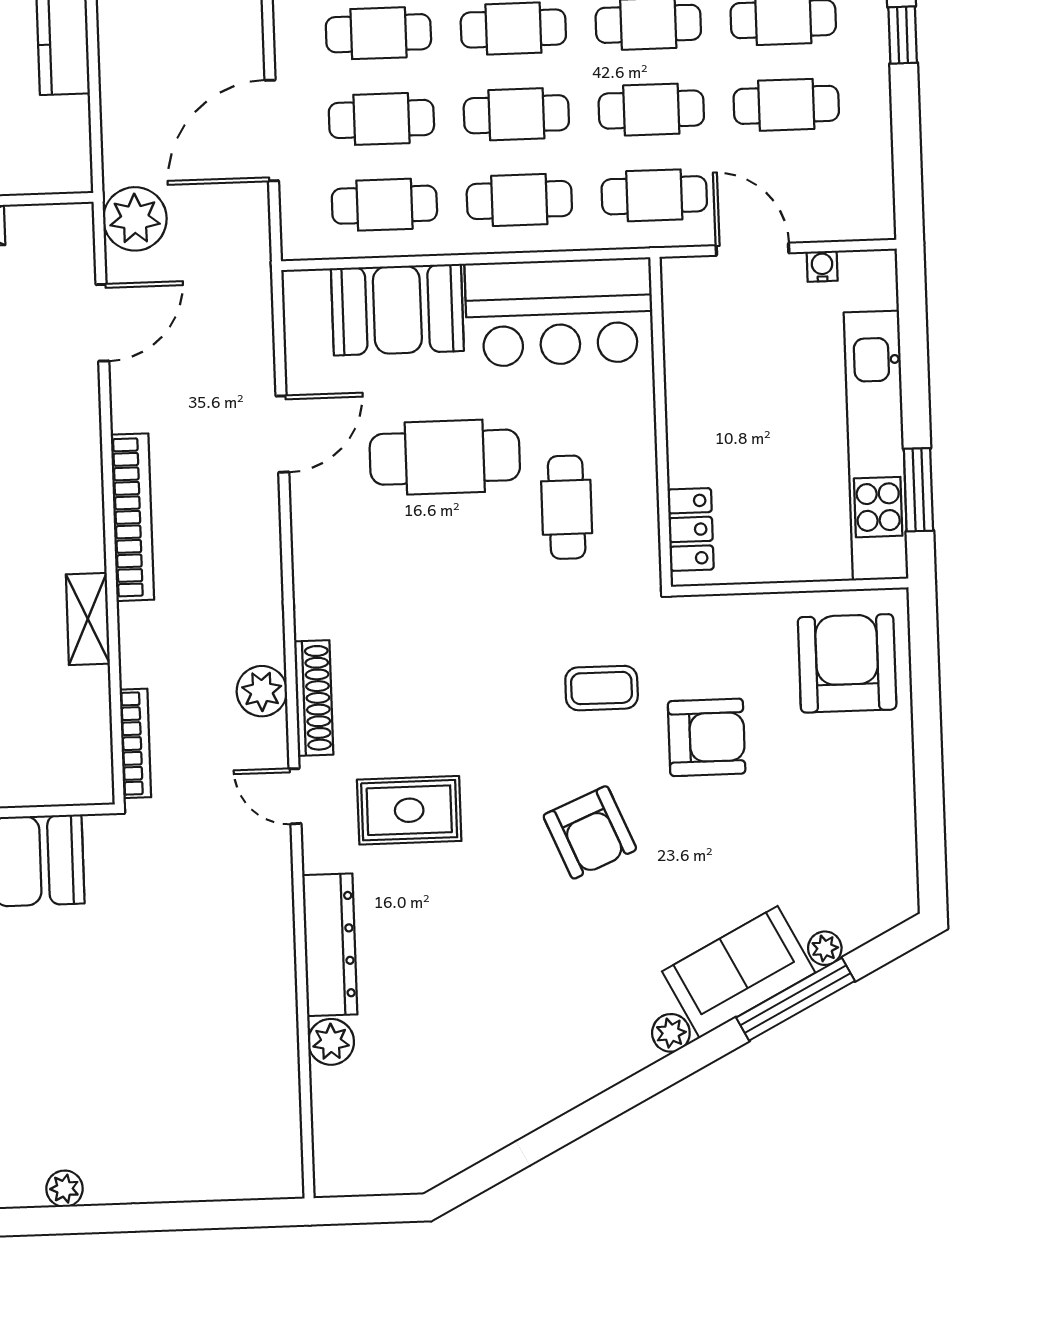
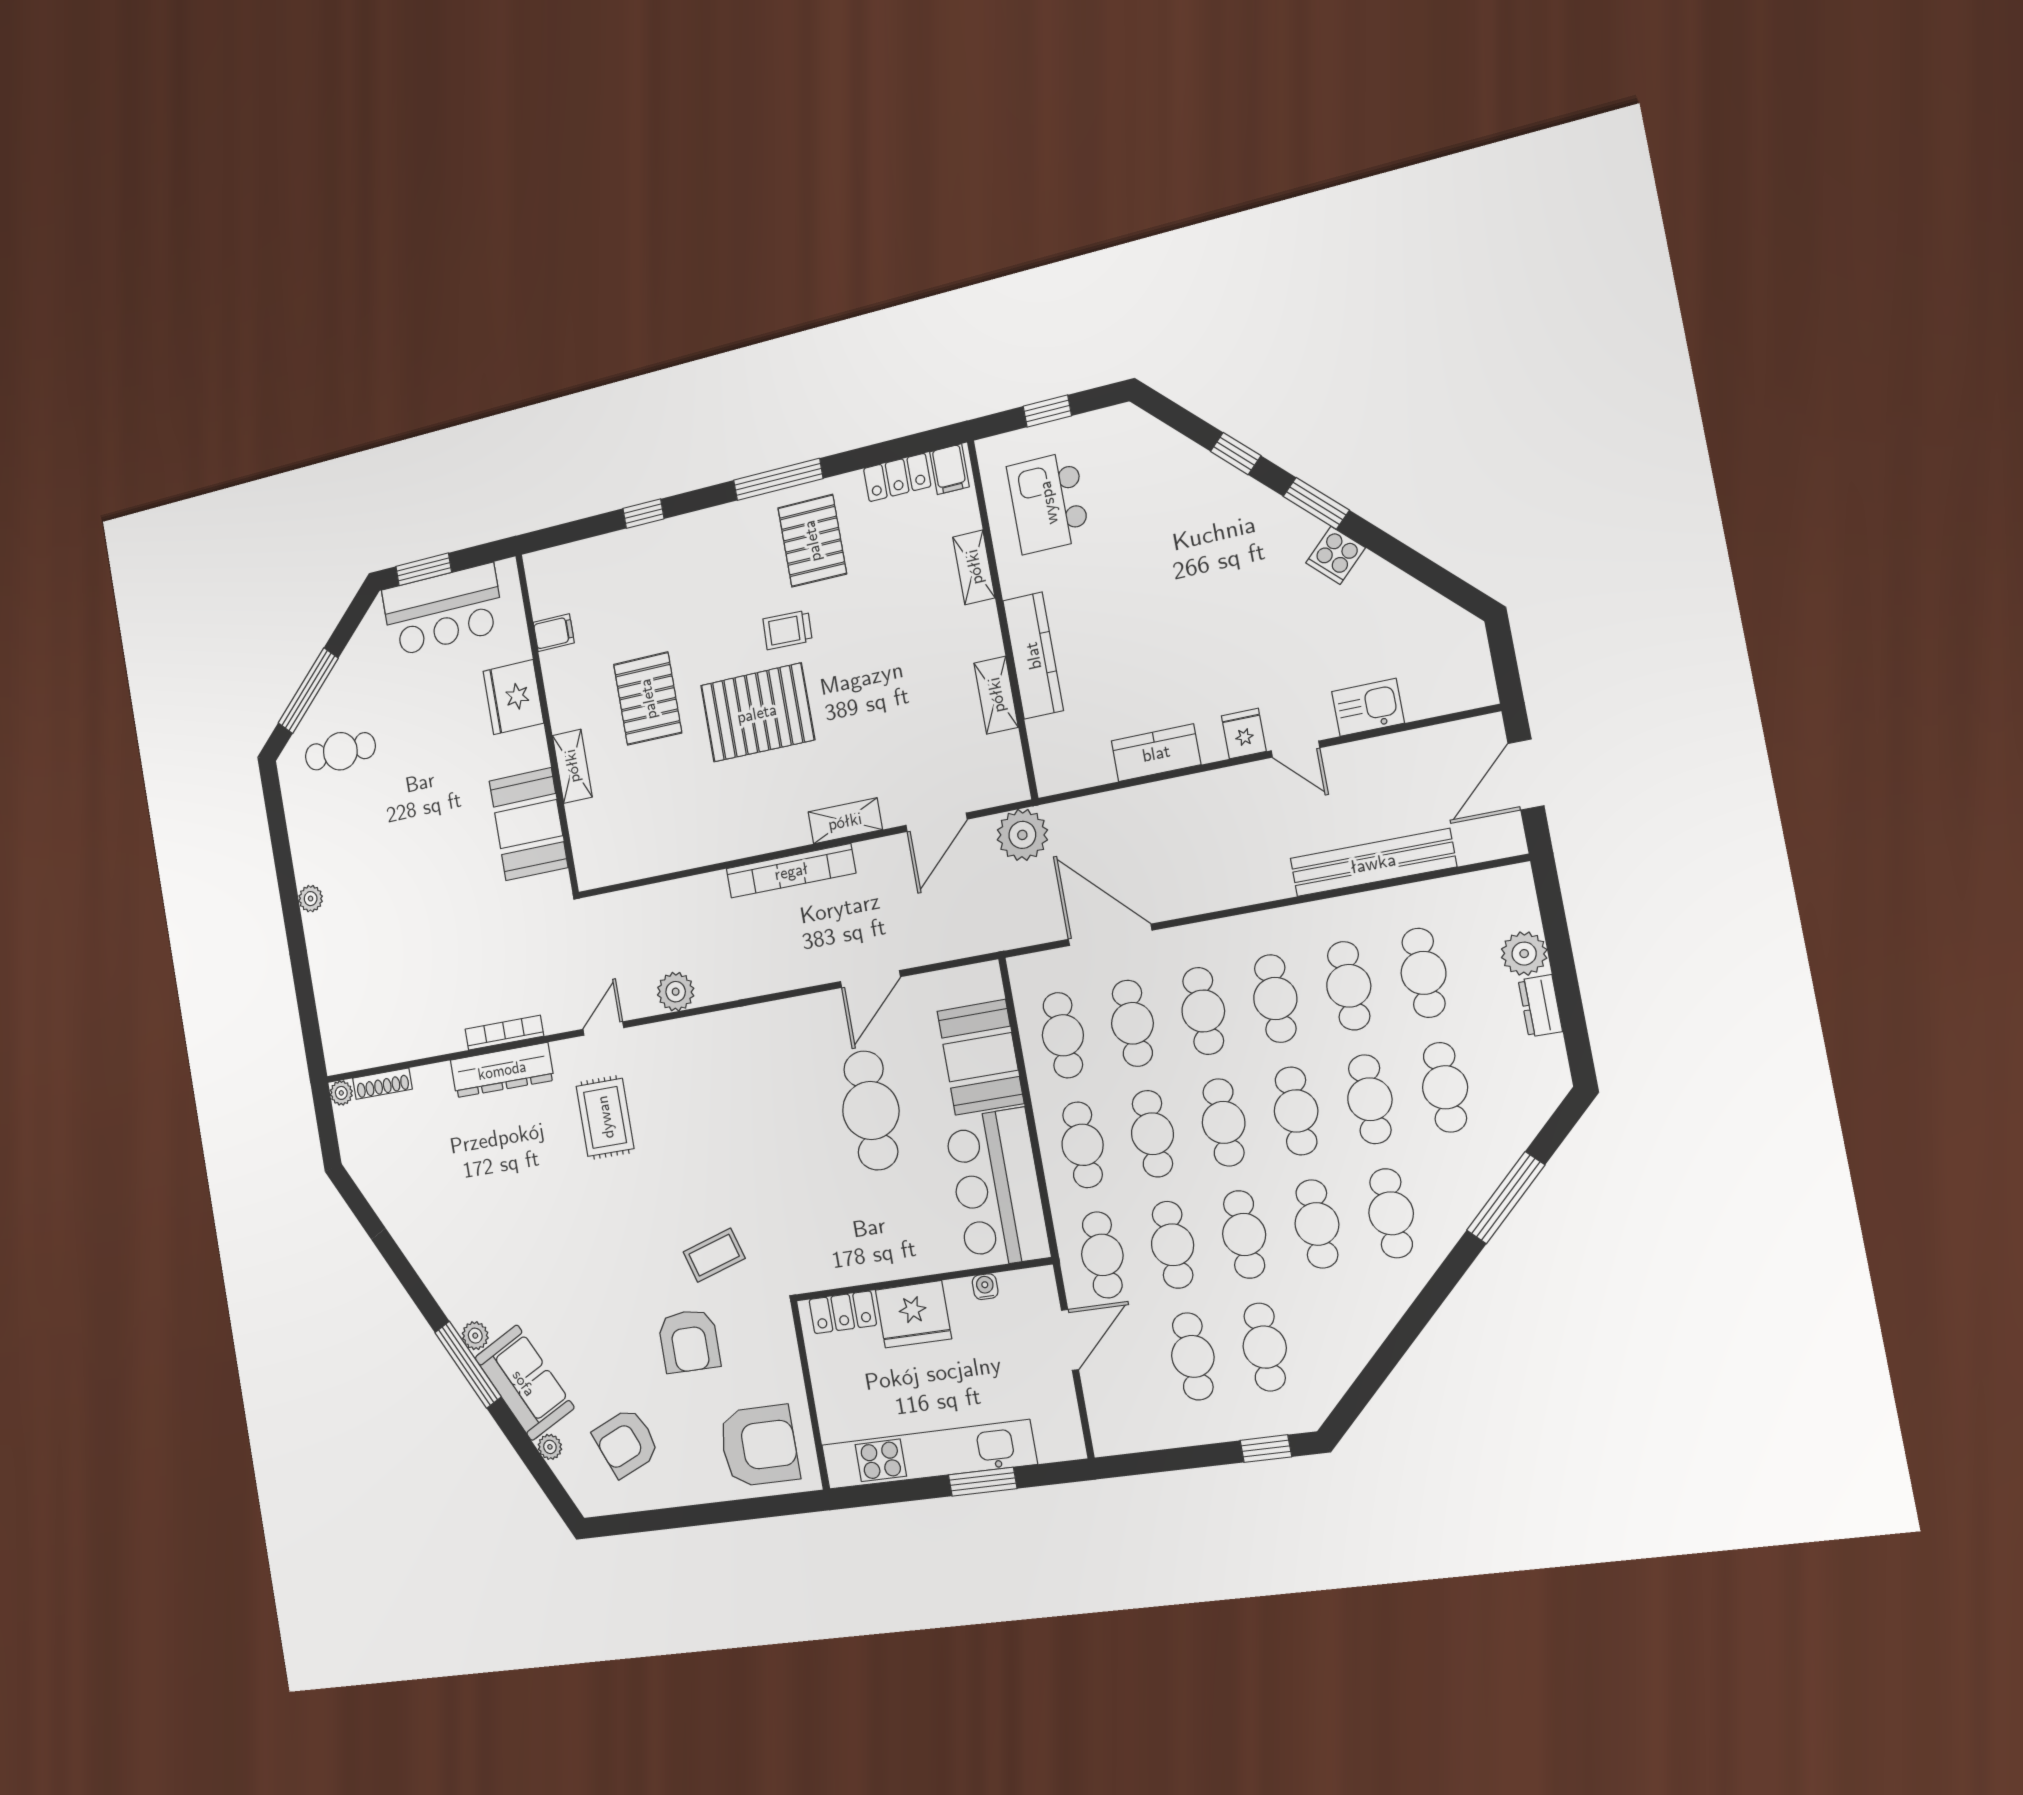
water cooler: (822, 266) -> (985, 1287), moved, turned -90
door: (102, 323) -> (937, 822), hinge flipped
door: (282, 434) -> (870, 979), hinge flipped
fridge: (702, 439) -> (913, 1314), added
window: (918, 490) -> (983, 1482), moved
cafe table: (567, 507) -> (846, 1212), removed
shelving: (88, 619) -> (845, 821), moved
coffee table: (602, 688) -> (714, 1255), turned 73
shoe rack: (314, 698) -> (382, 1084), moved, width x0.74, depth x0.81
bookcase: (135, 743) -> (504, 1033), moved, turned 180
armchair: (590, 832) -> (626, 1443), moved
window: (796, 999) -> (468, 1365), moved
plant: (331, 1042) -> (341, 1093), moved, width x0.73, depth x0.73

